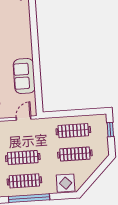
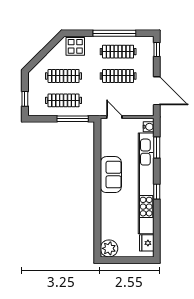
sofa: (24, 76) -> (111, 175), moved
window: (64, 114) -> (73, 119), added
door: (24, 118) -> (114, 117), swing flipped

